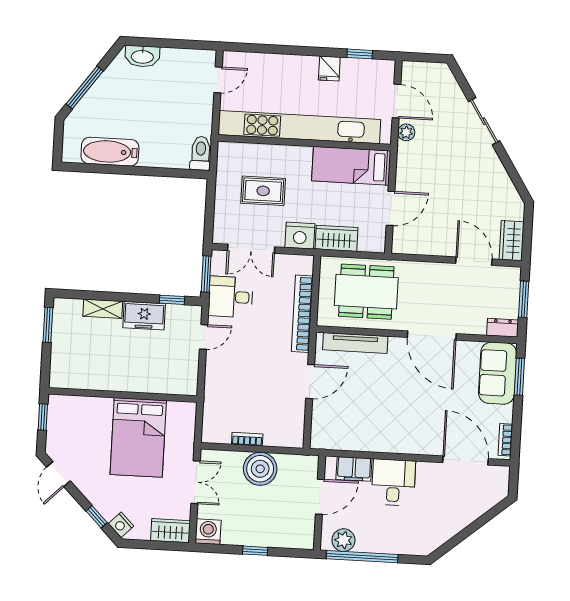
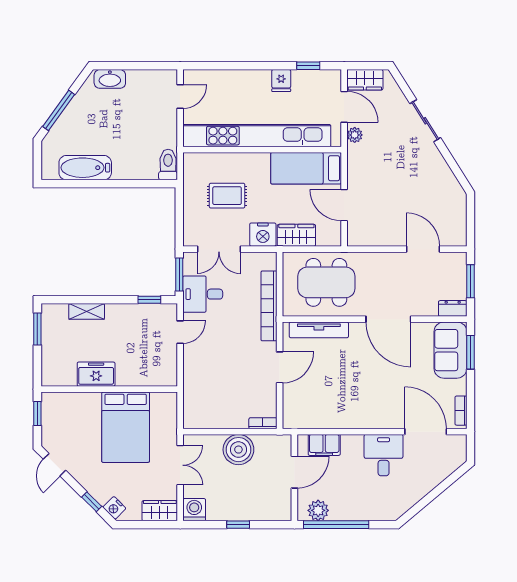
door: (390, 208) -> (344, 205), swing flipped
wardrobe: (512, 241) -> (365, 80), moved, turned -90
freezer: (144, 316) -> (96, 374), moved, turned 180
bookcase: (247, 439) -> (263, 423), moved
desk: (393, 482) -> (384, 455), moved

